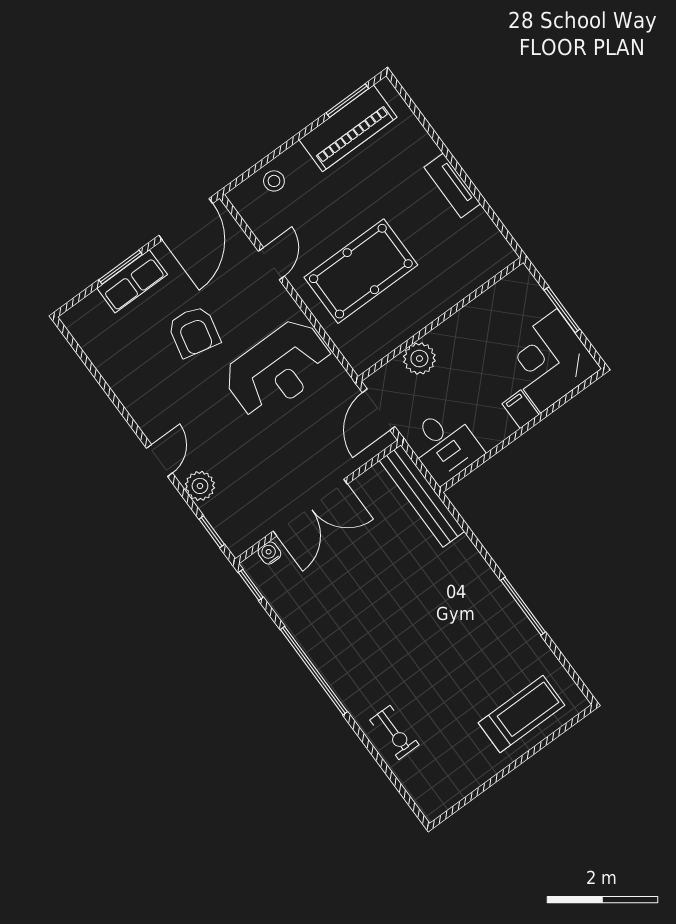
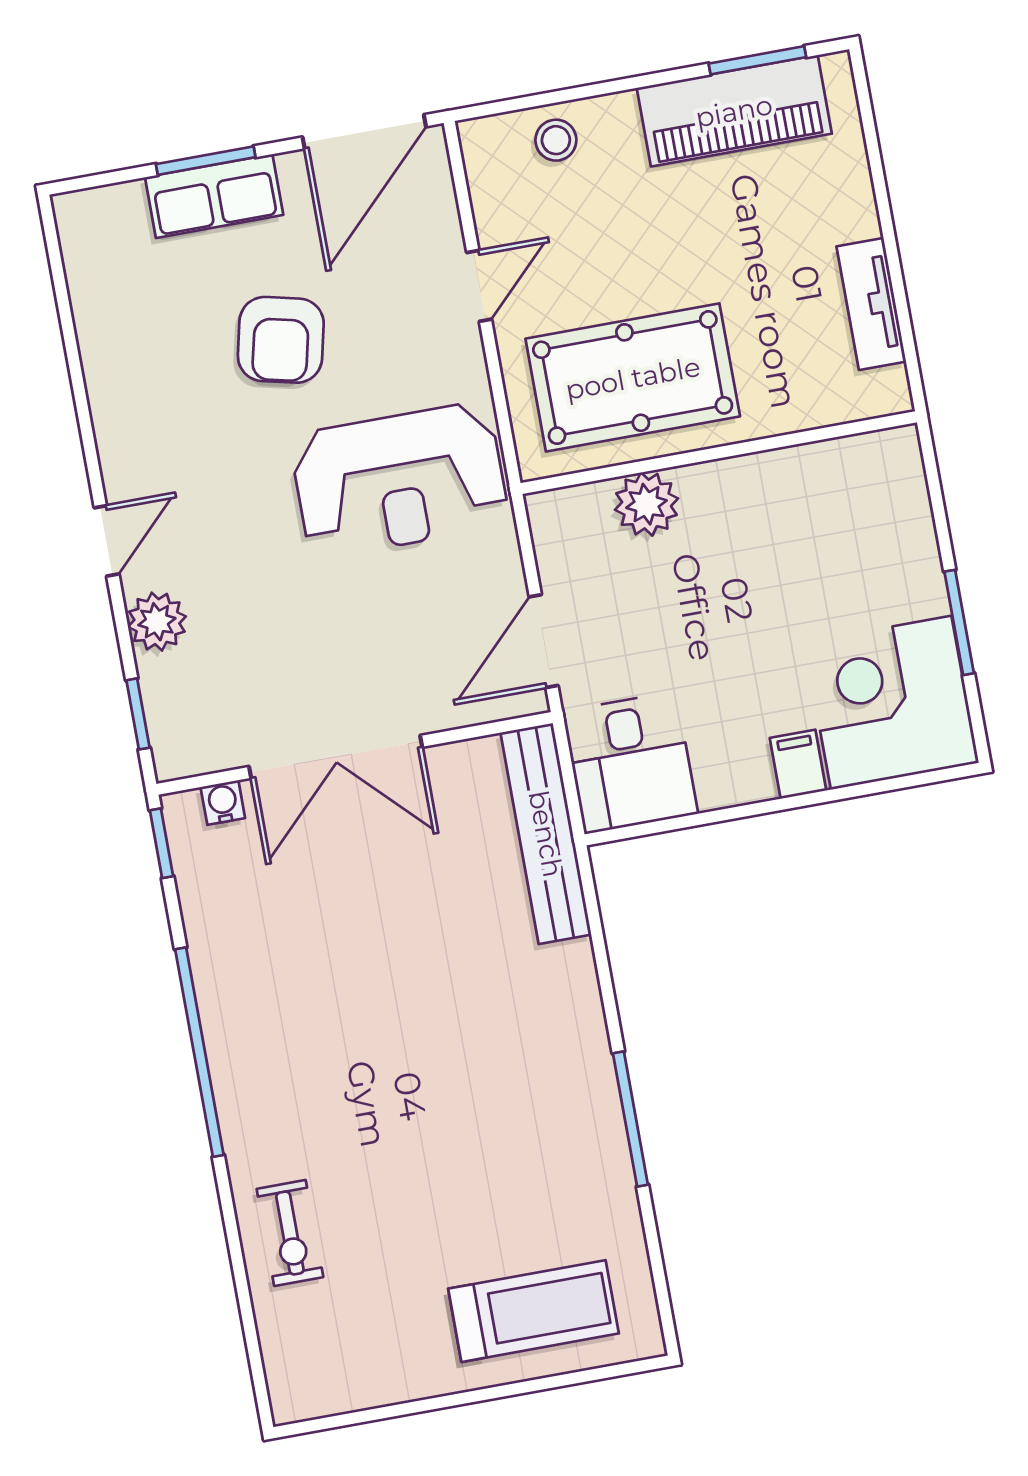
wall: (441, 319) -> (719, 453), moved
plant: (419, 359) -> (647, 504), moved

